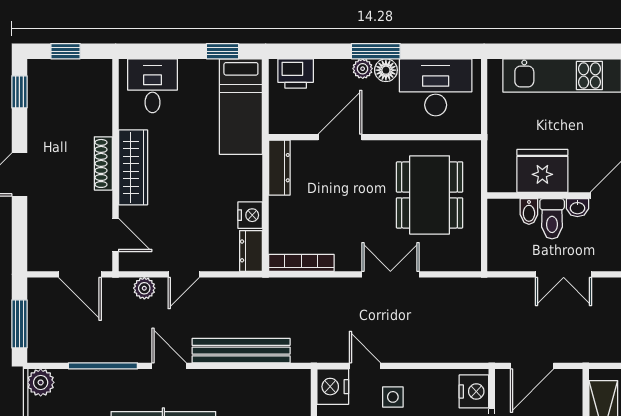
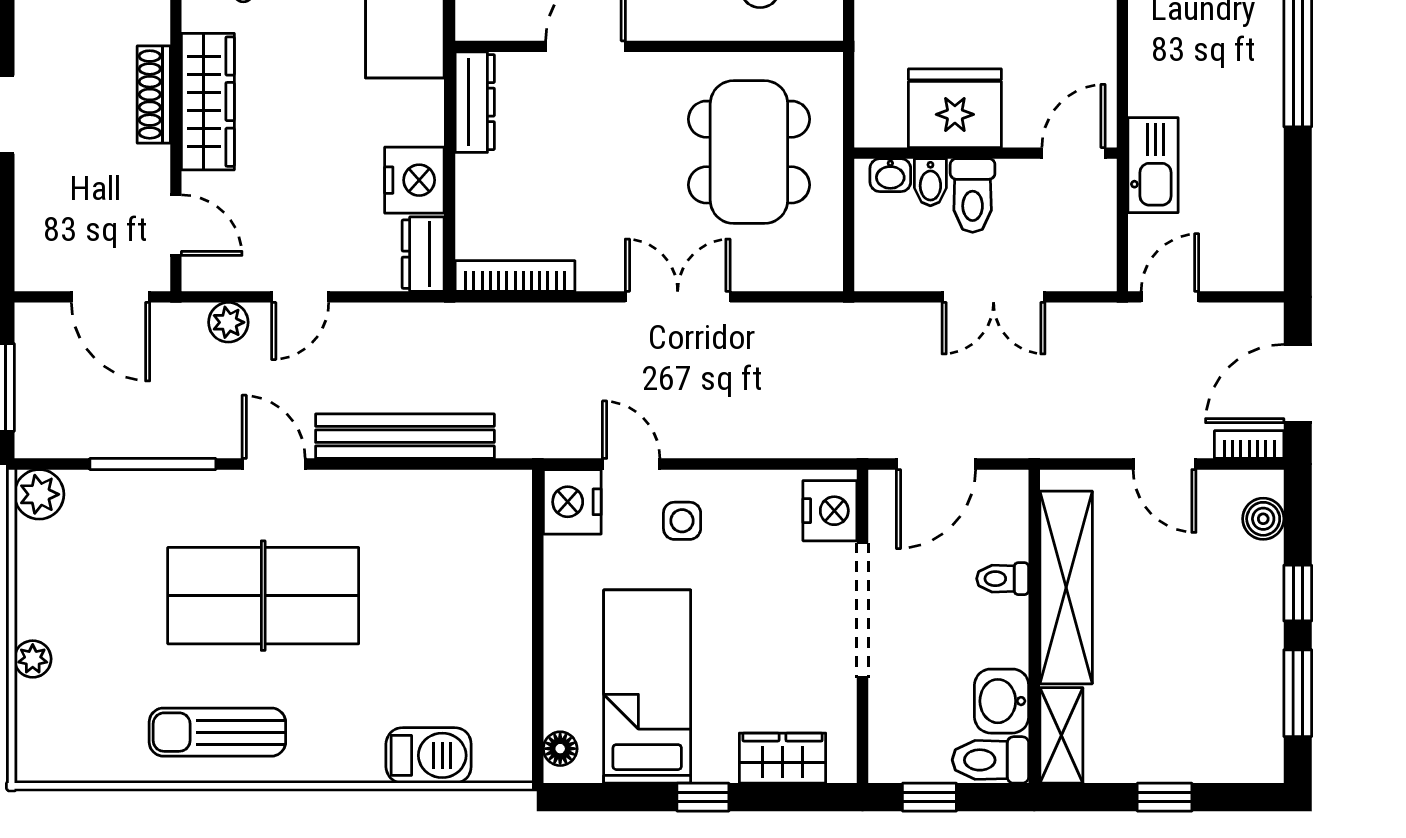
washbasin: (577, 208) -> (890, 175), moved
nightstand: (250, 215) -> (414, 180), width x1.36, depth x1.33

